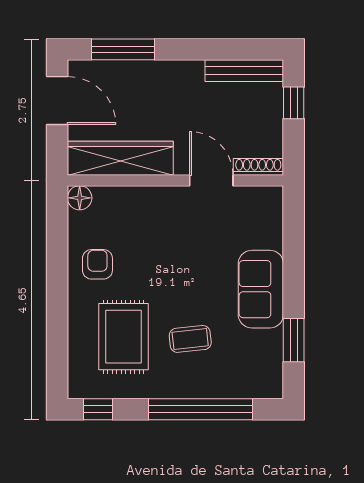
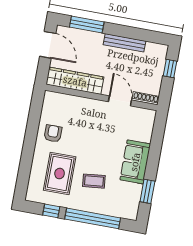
bench: (244, 71) -> (125, 43), moved
floor lamp: (80, 198) -> (50, 97), removed
window: (98, 409) -> (51, 211), moved

